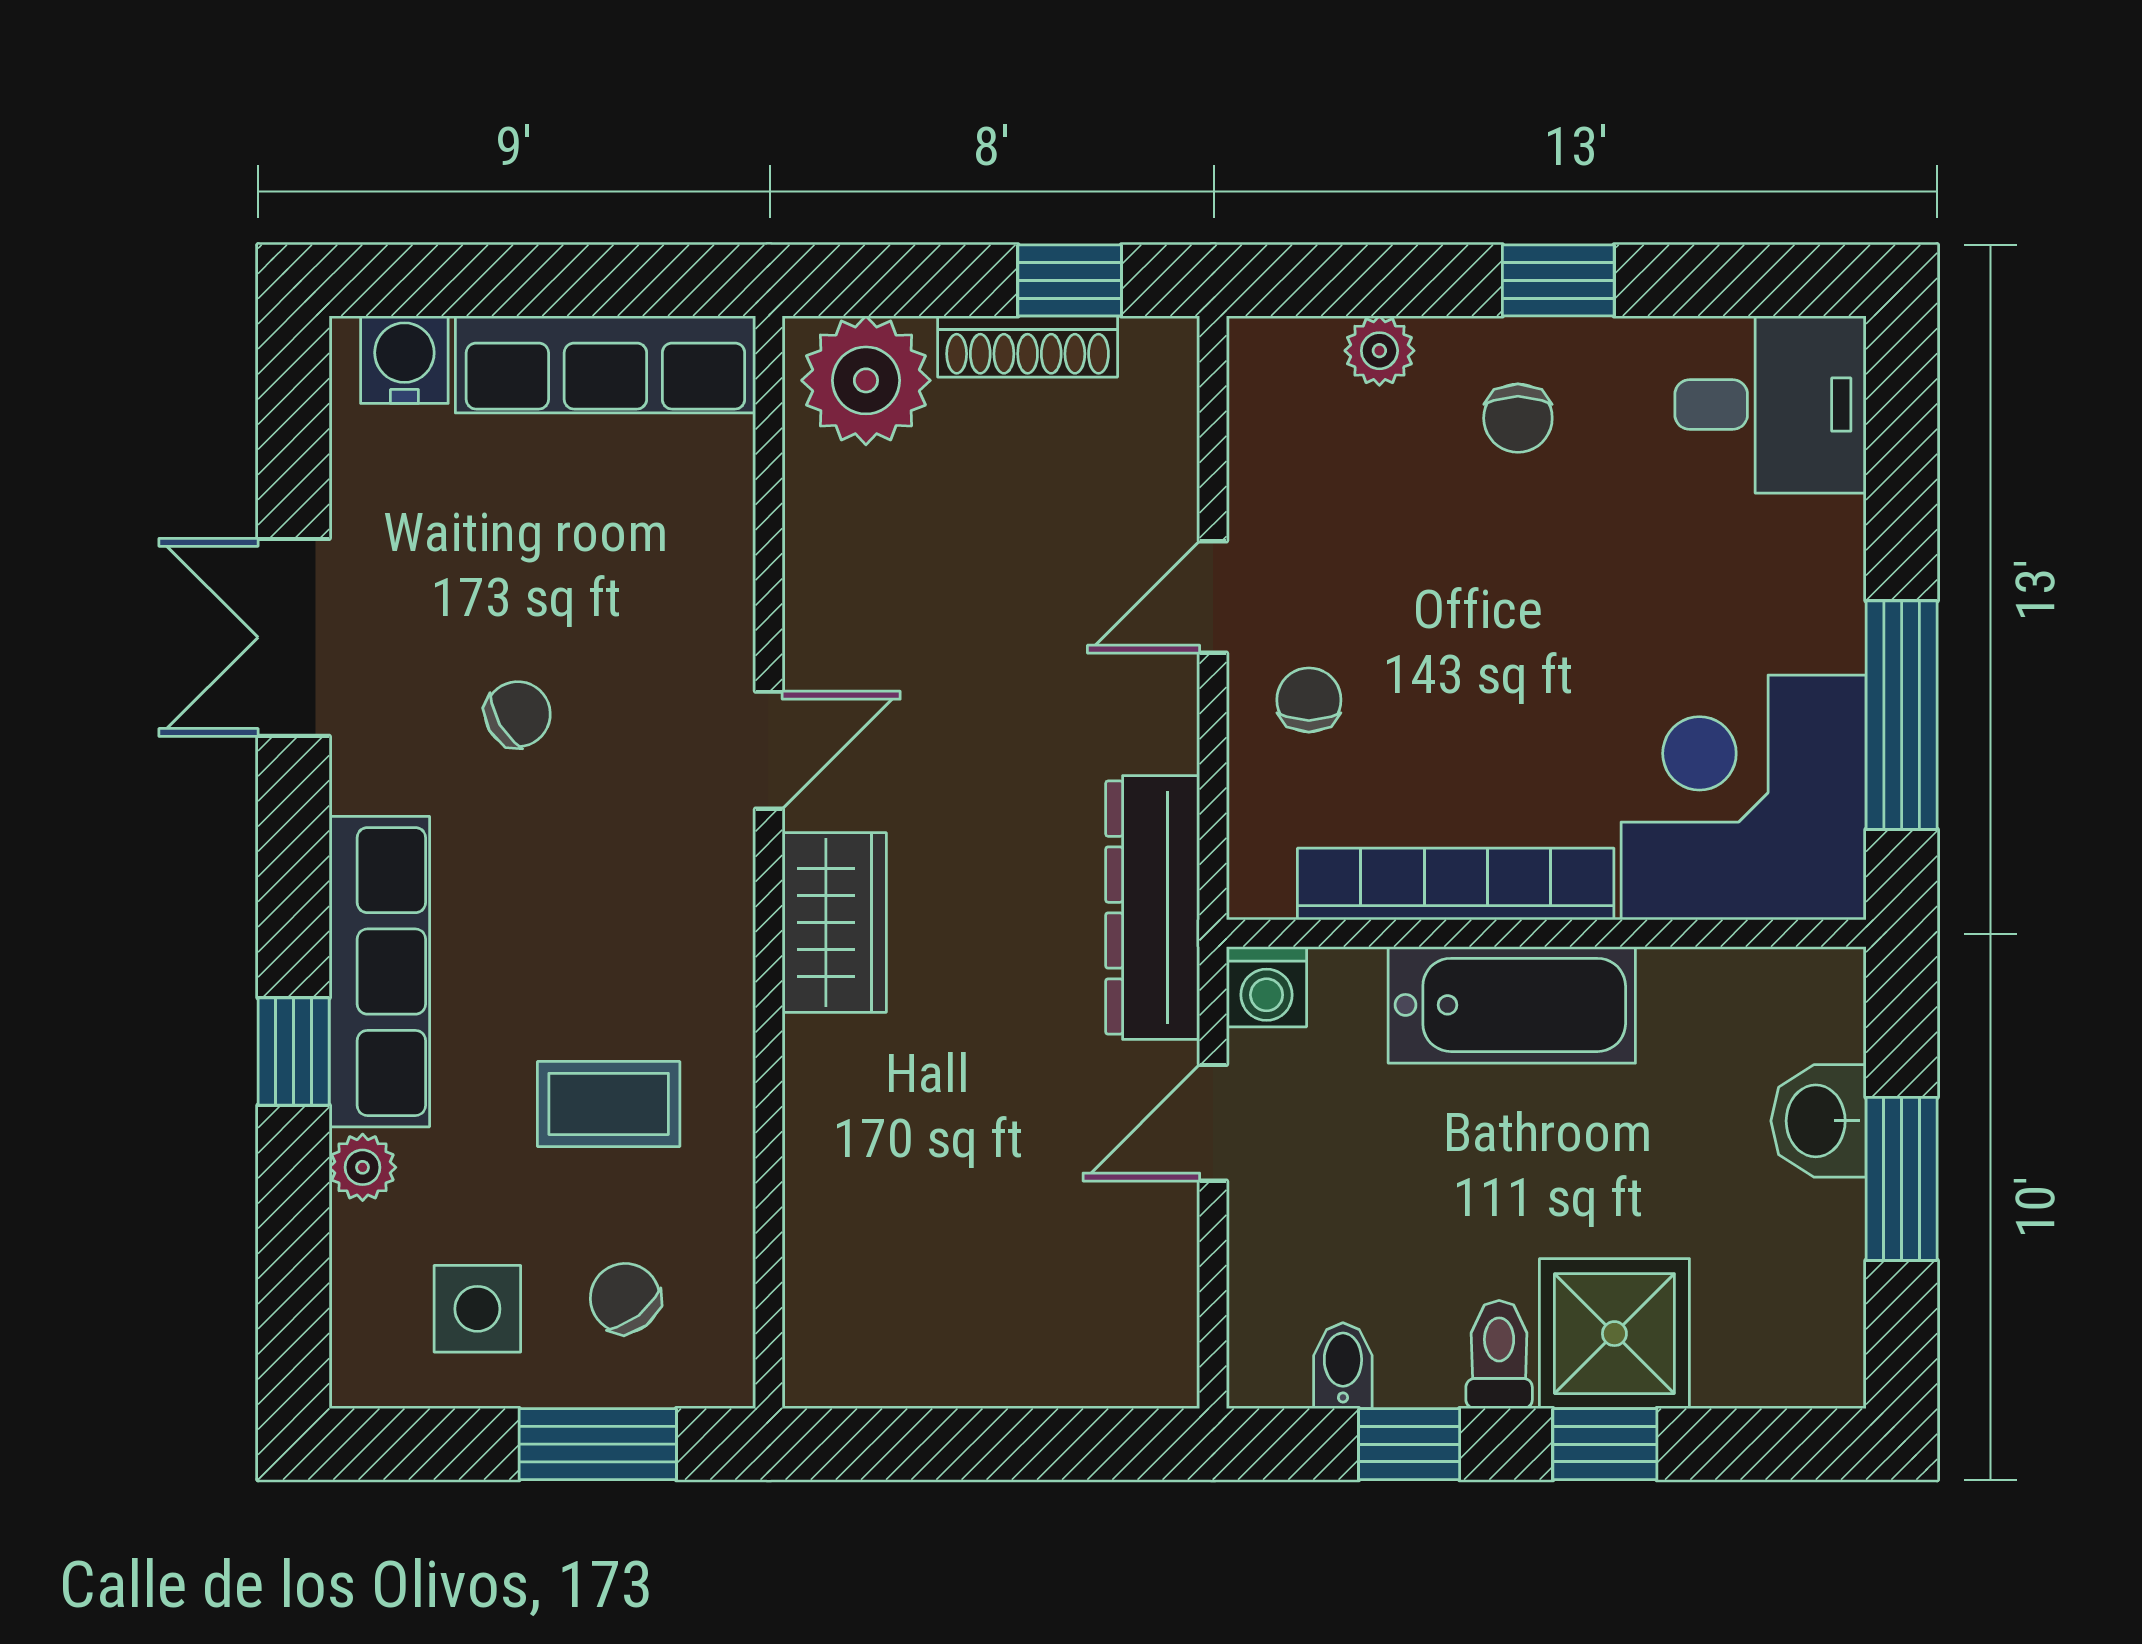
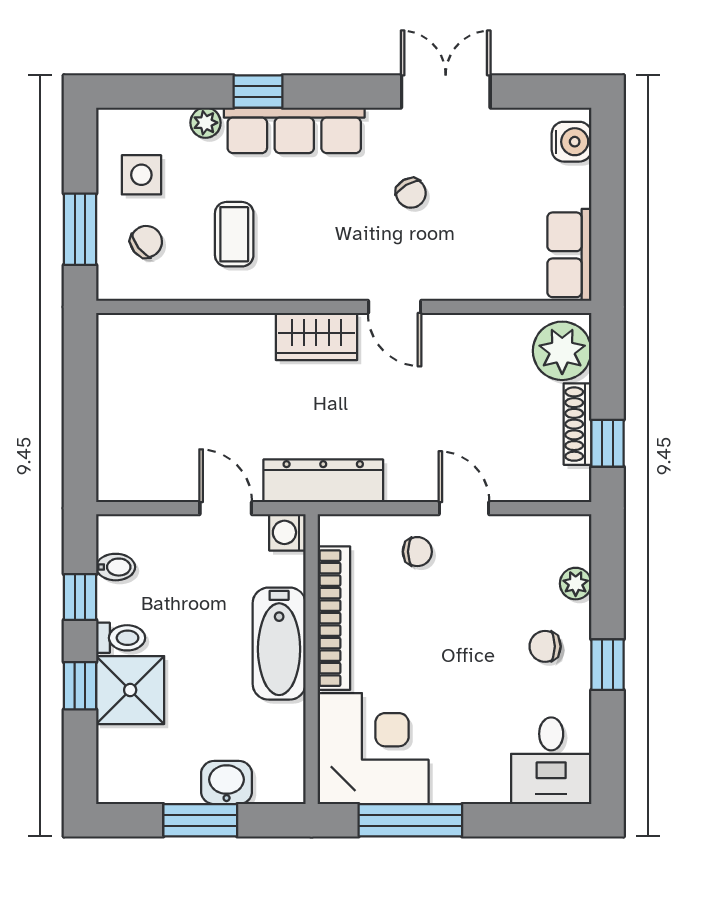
row of seats: (605, 364) -> (569, 255), width x0.68

